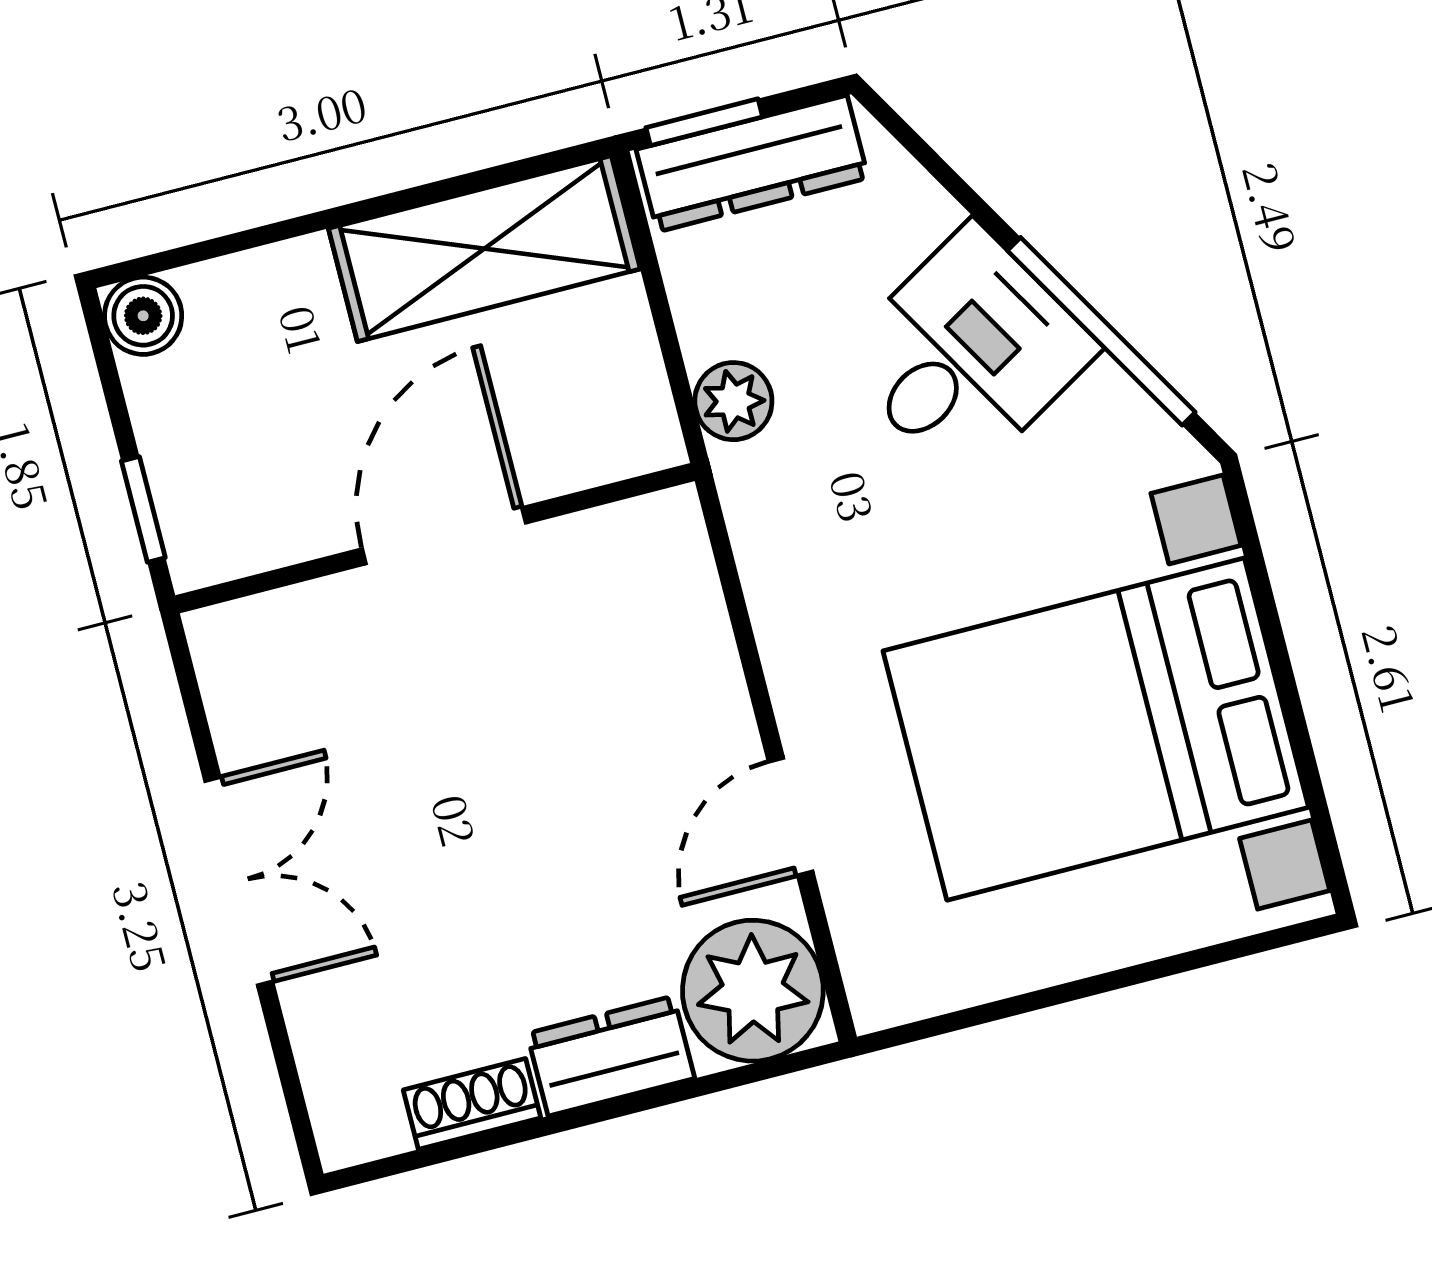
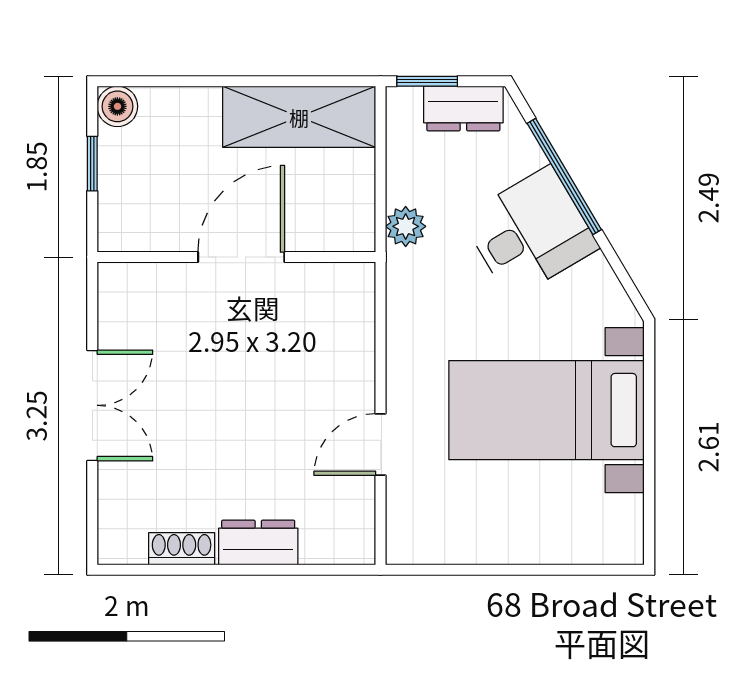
dresser: (752, 164) -> (463, 108), width x0.70
window: (1101, 331) -> (564, 176), moved
window: (143, 509) -> (92, 164), moved
bed with nightstands: (1096, 729) -> (547, 410), width x0.73
plant: (753, 991) -> (339, 528), removed

